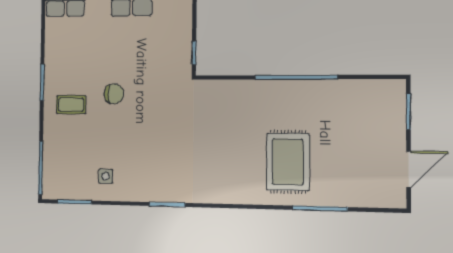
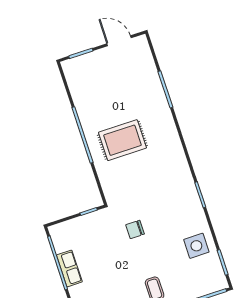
chair: (114, 94) -> (135, 229), moved, turned -90
rug: (288, 162) -> (122, 140), moved
side table: (106, 176) -> (196, 246), width x1.87, depth x1.87

